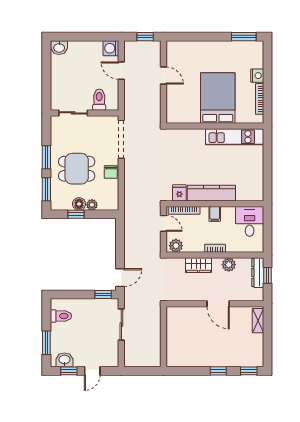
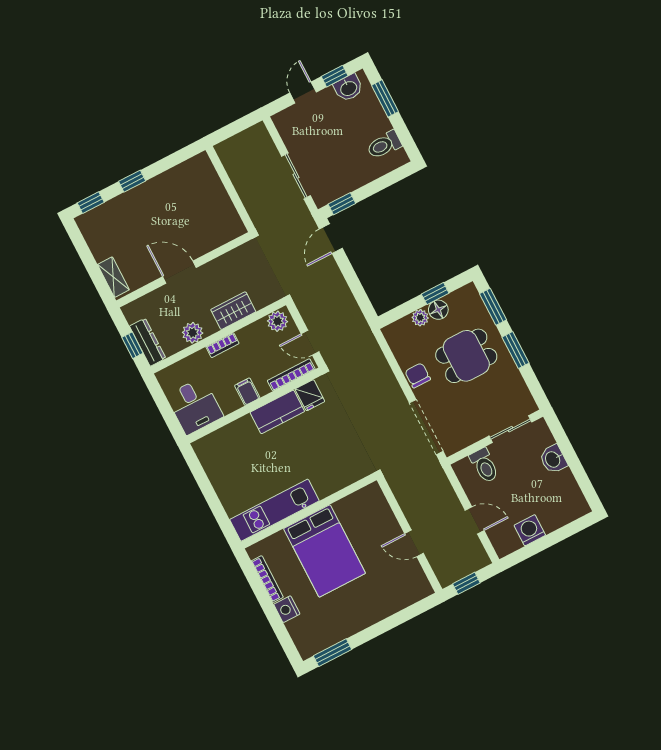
washbasin: (59, 48) -> (553, 459), moved, turned -90
washing machine: (111, 48) -> (530, 530), moved, turned -90
kitchen counter: (211, 193) -> (277, 412), width x0.67

